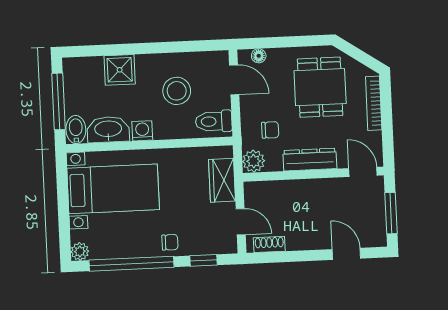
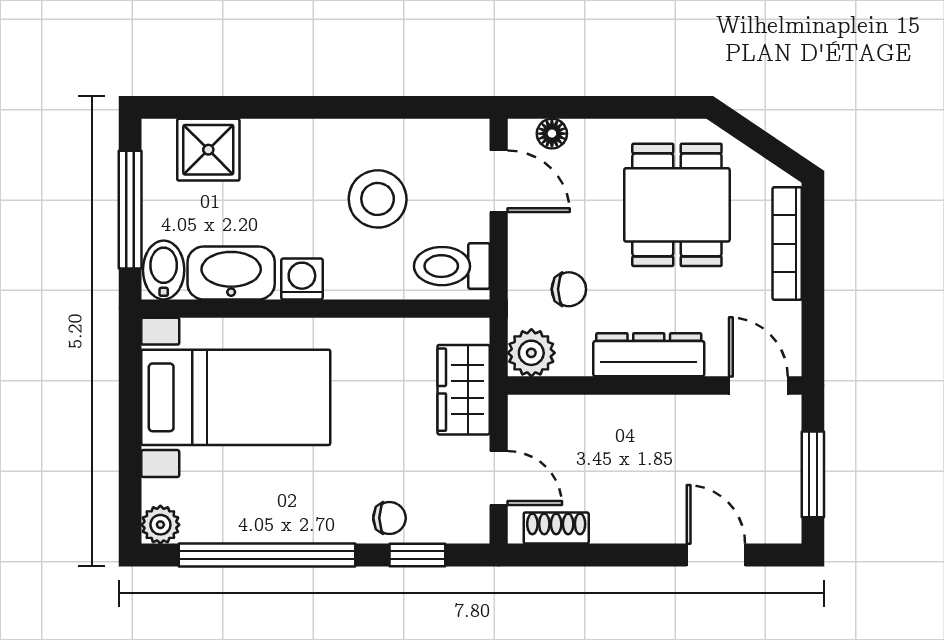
shower: (120, 70) -> (208, 150), moved
chair: (170, 242) -> (389, 518), moved

